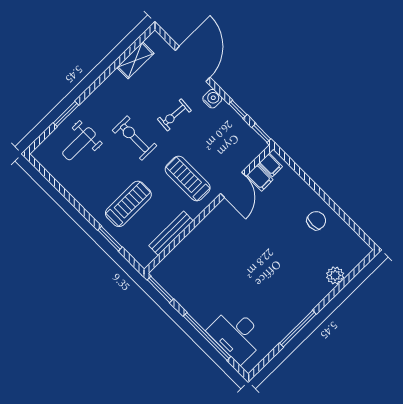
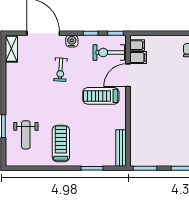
shelving: (135, 60) -> (11, 49), moved
exercise bike: (134, 138) -> (109, 53), moved
door: (233, 185) -> (128, 75), swing flipped
treadmill: (128, 204) -> (61, 144), moved
bench: (171, 233) -> (121, 148), moved

